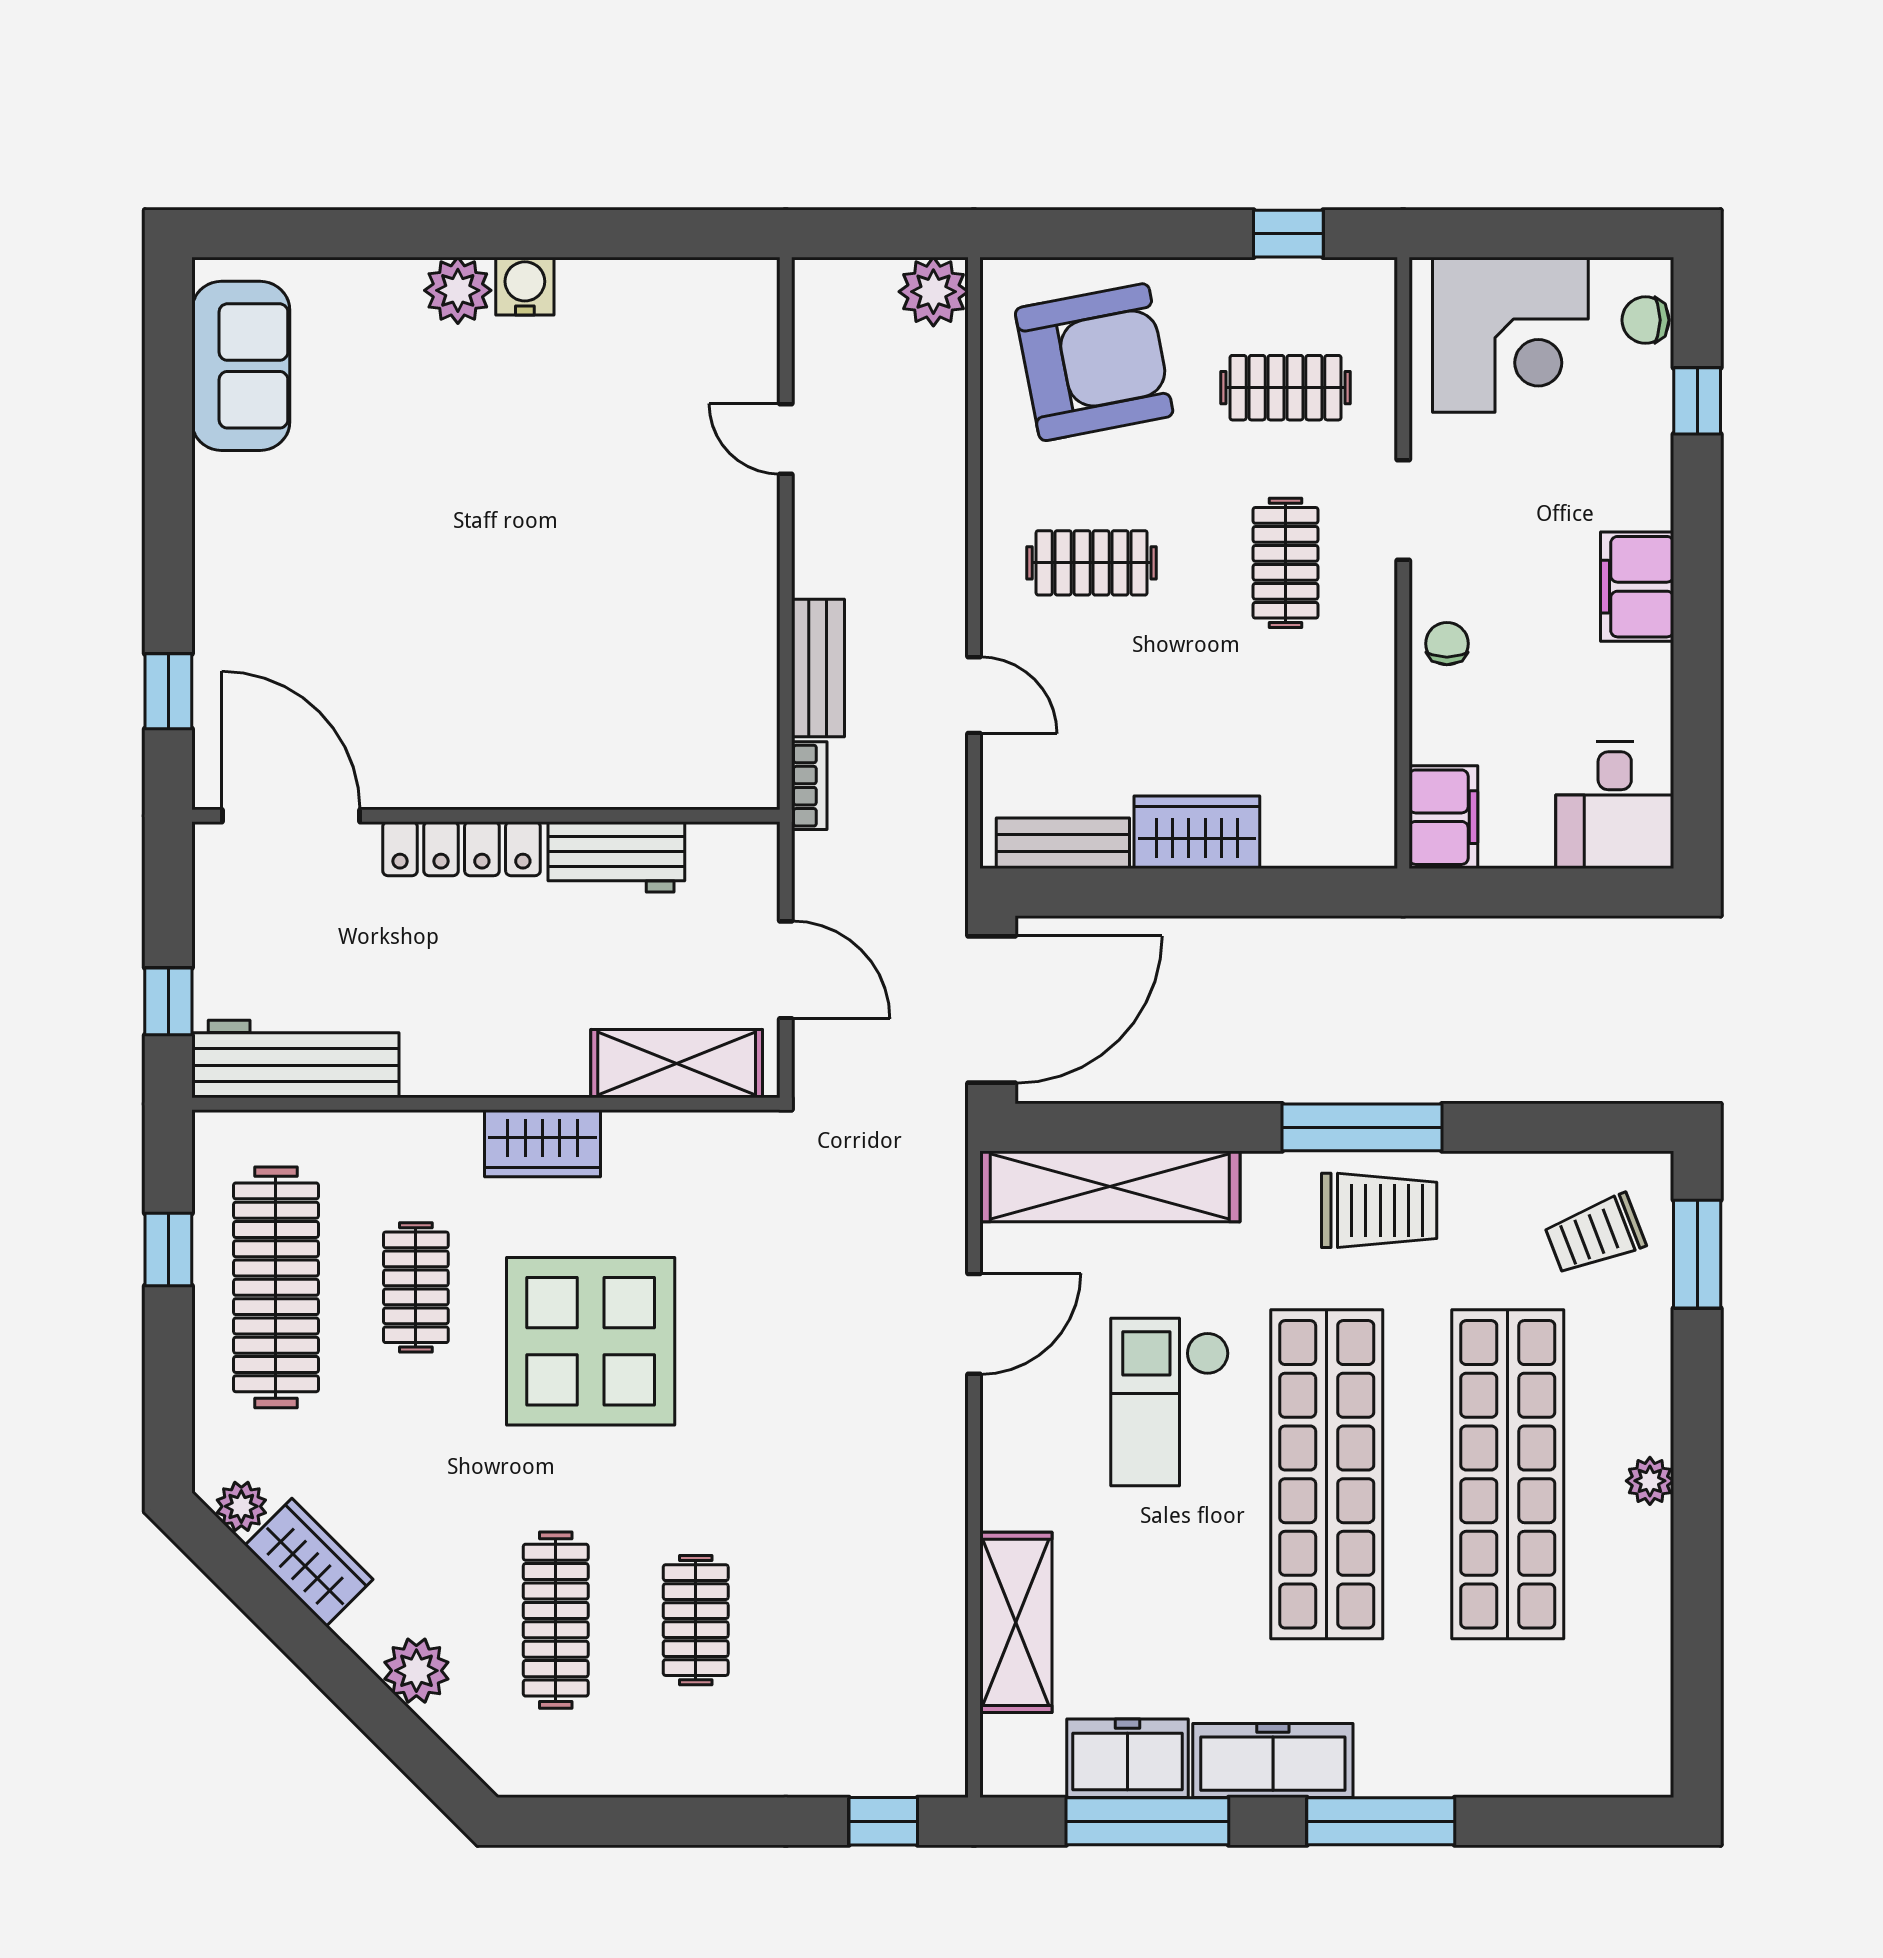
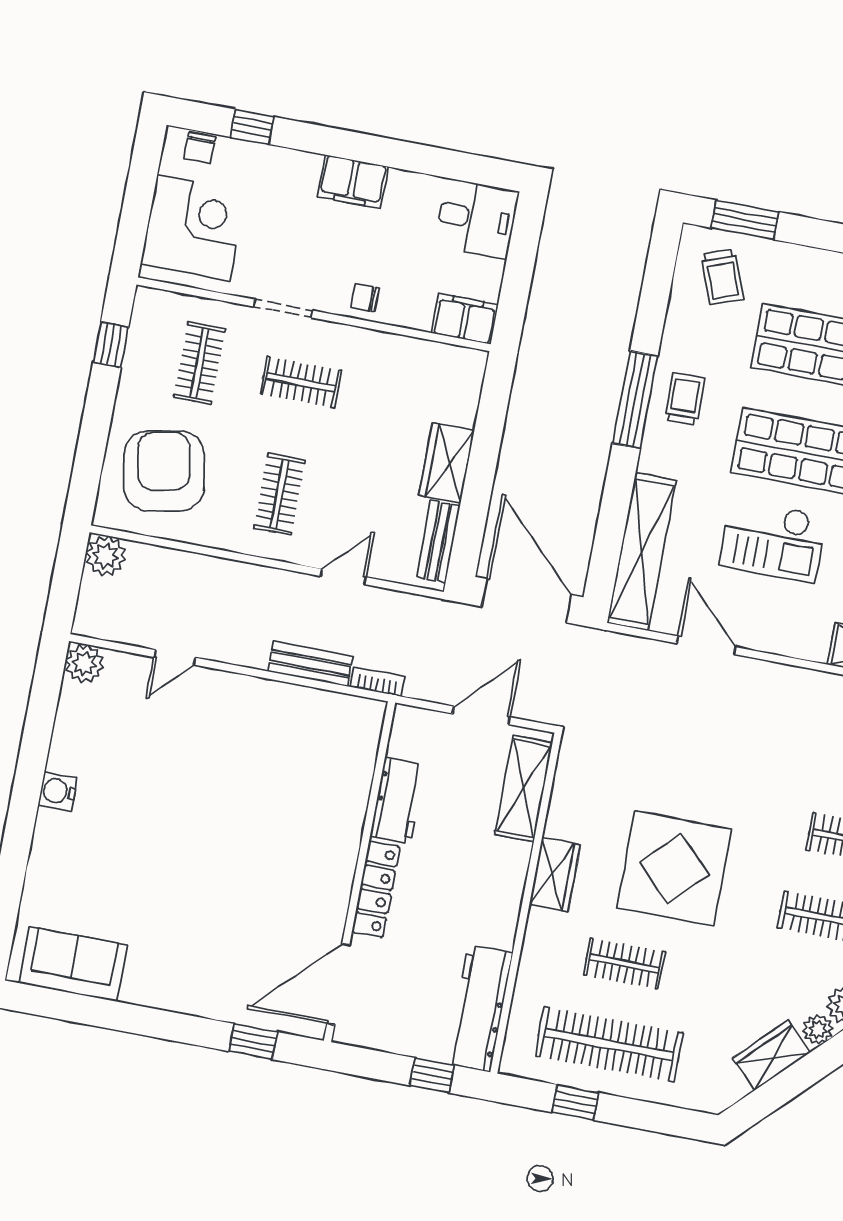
plant: (458, 290) -> (85, 664), moved
trolley: (1379, 1210) -> (685, 399), width x0.73, depth x0.72
plant: (241, 1506) -> (818, 1030), moved

